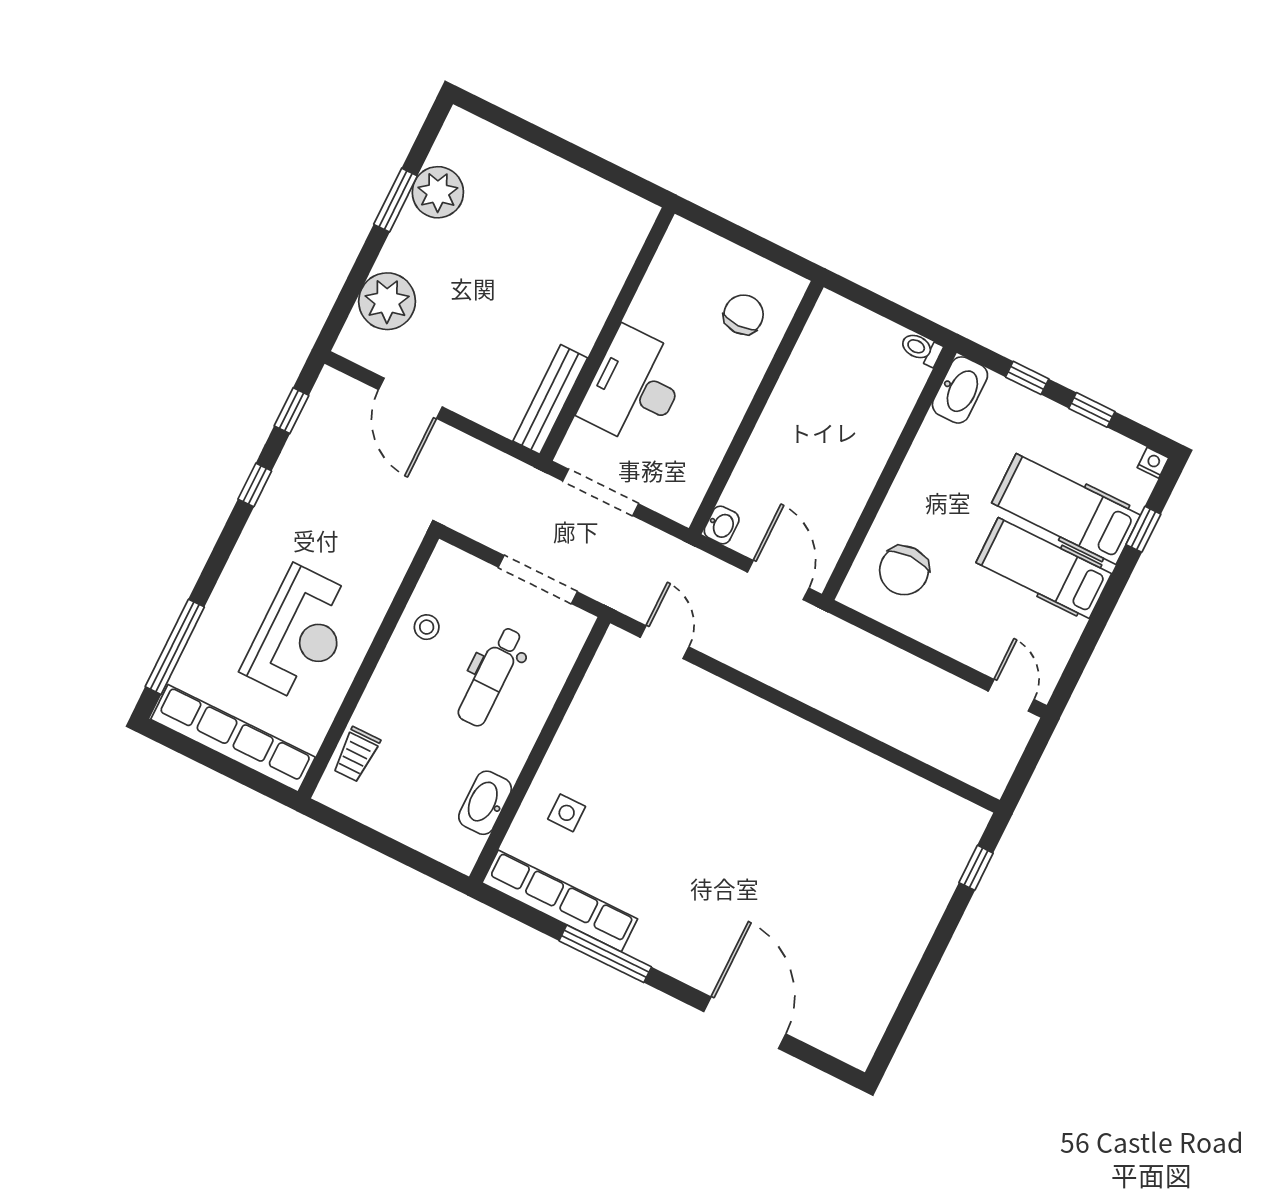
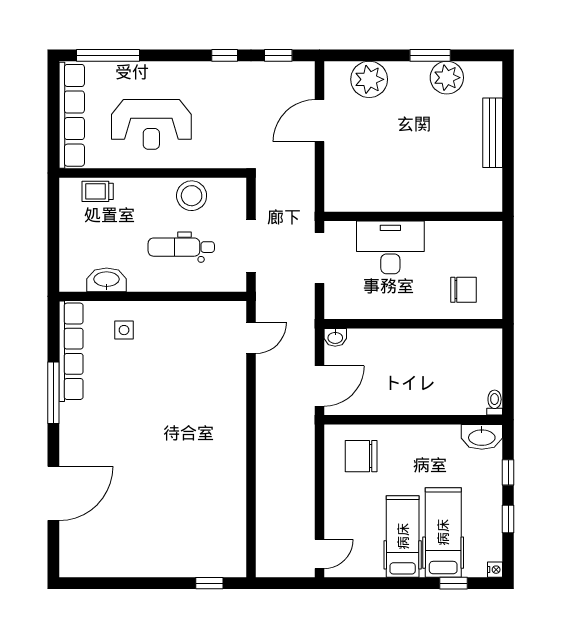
bench: (550, 399) -> (493, 133), moved, turned 90
stool: (427, 627) -> (192, 196), width x1.89, depth x1.89

